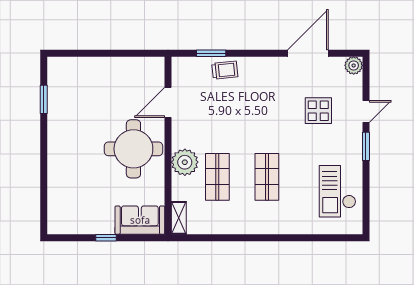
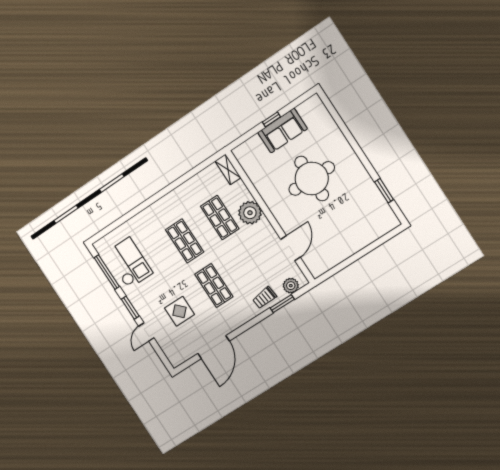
plant: (354, 65) -> (291, 286), moved
shop shelf: (267, 114) -> (214, 286), added
round table: (133, 149) -> (312, 178), moved
window: (366, 197) -> (107, 272), added
sofa: (140, 220) -> (282, 131), moved

